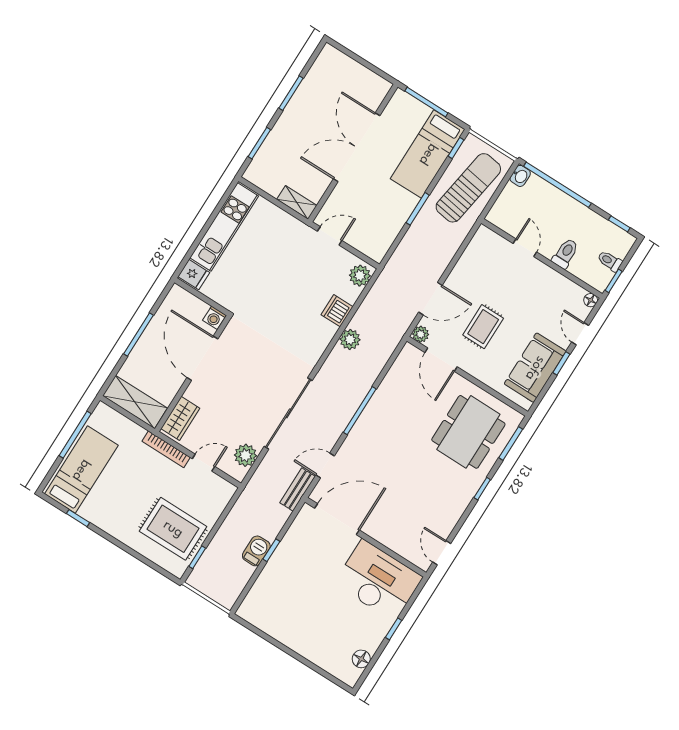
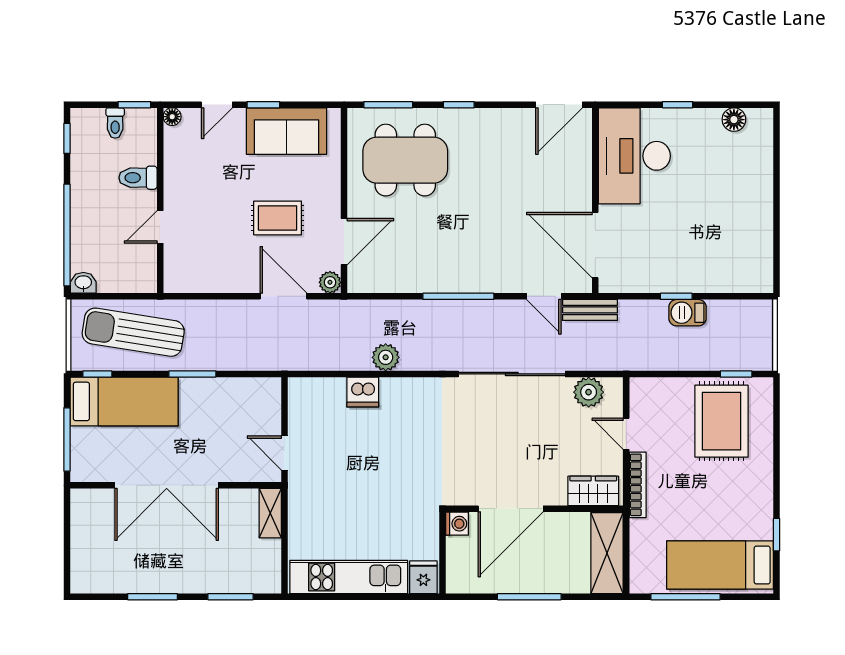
plant: (360, 276) -> (307, 391), removed
door: (442, 553) -> (559, 105), width x1.38

